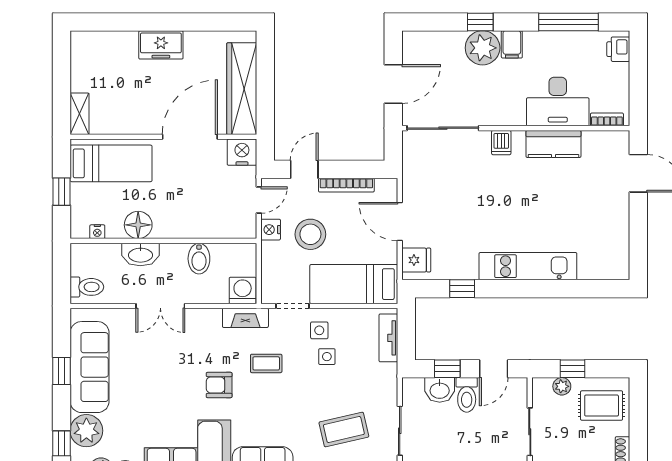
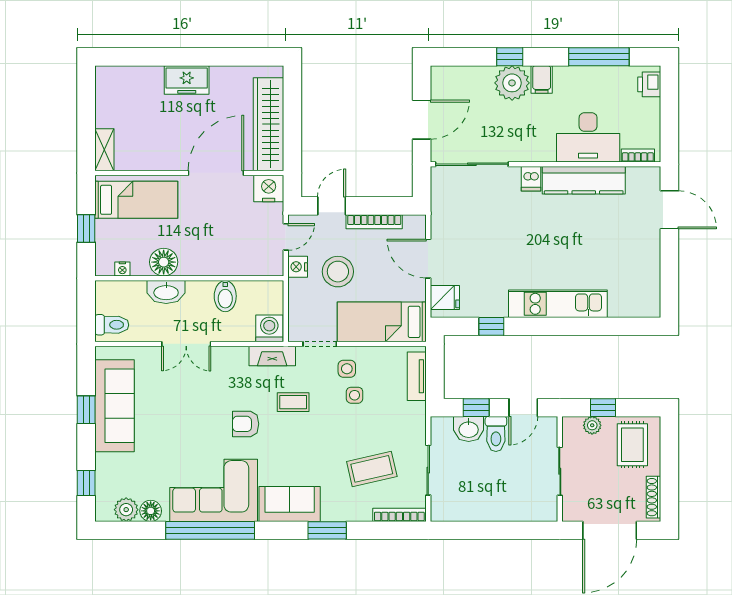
kitchen counter: (553, 144) -> (584, 180), width x1.50
rug: (602, 406) -> (632, 445), turned 90
plant: (86, 431) -> (111, 470), removed

